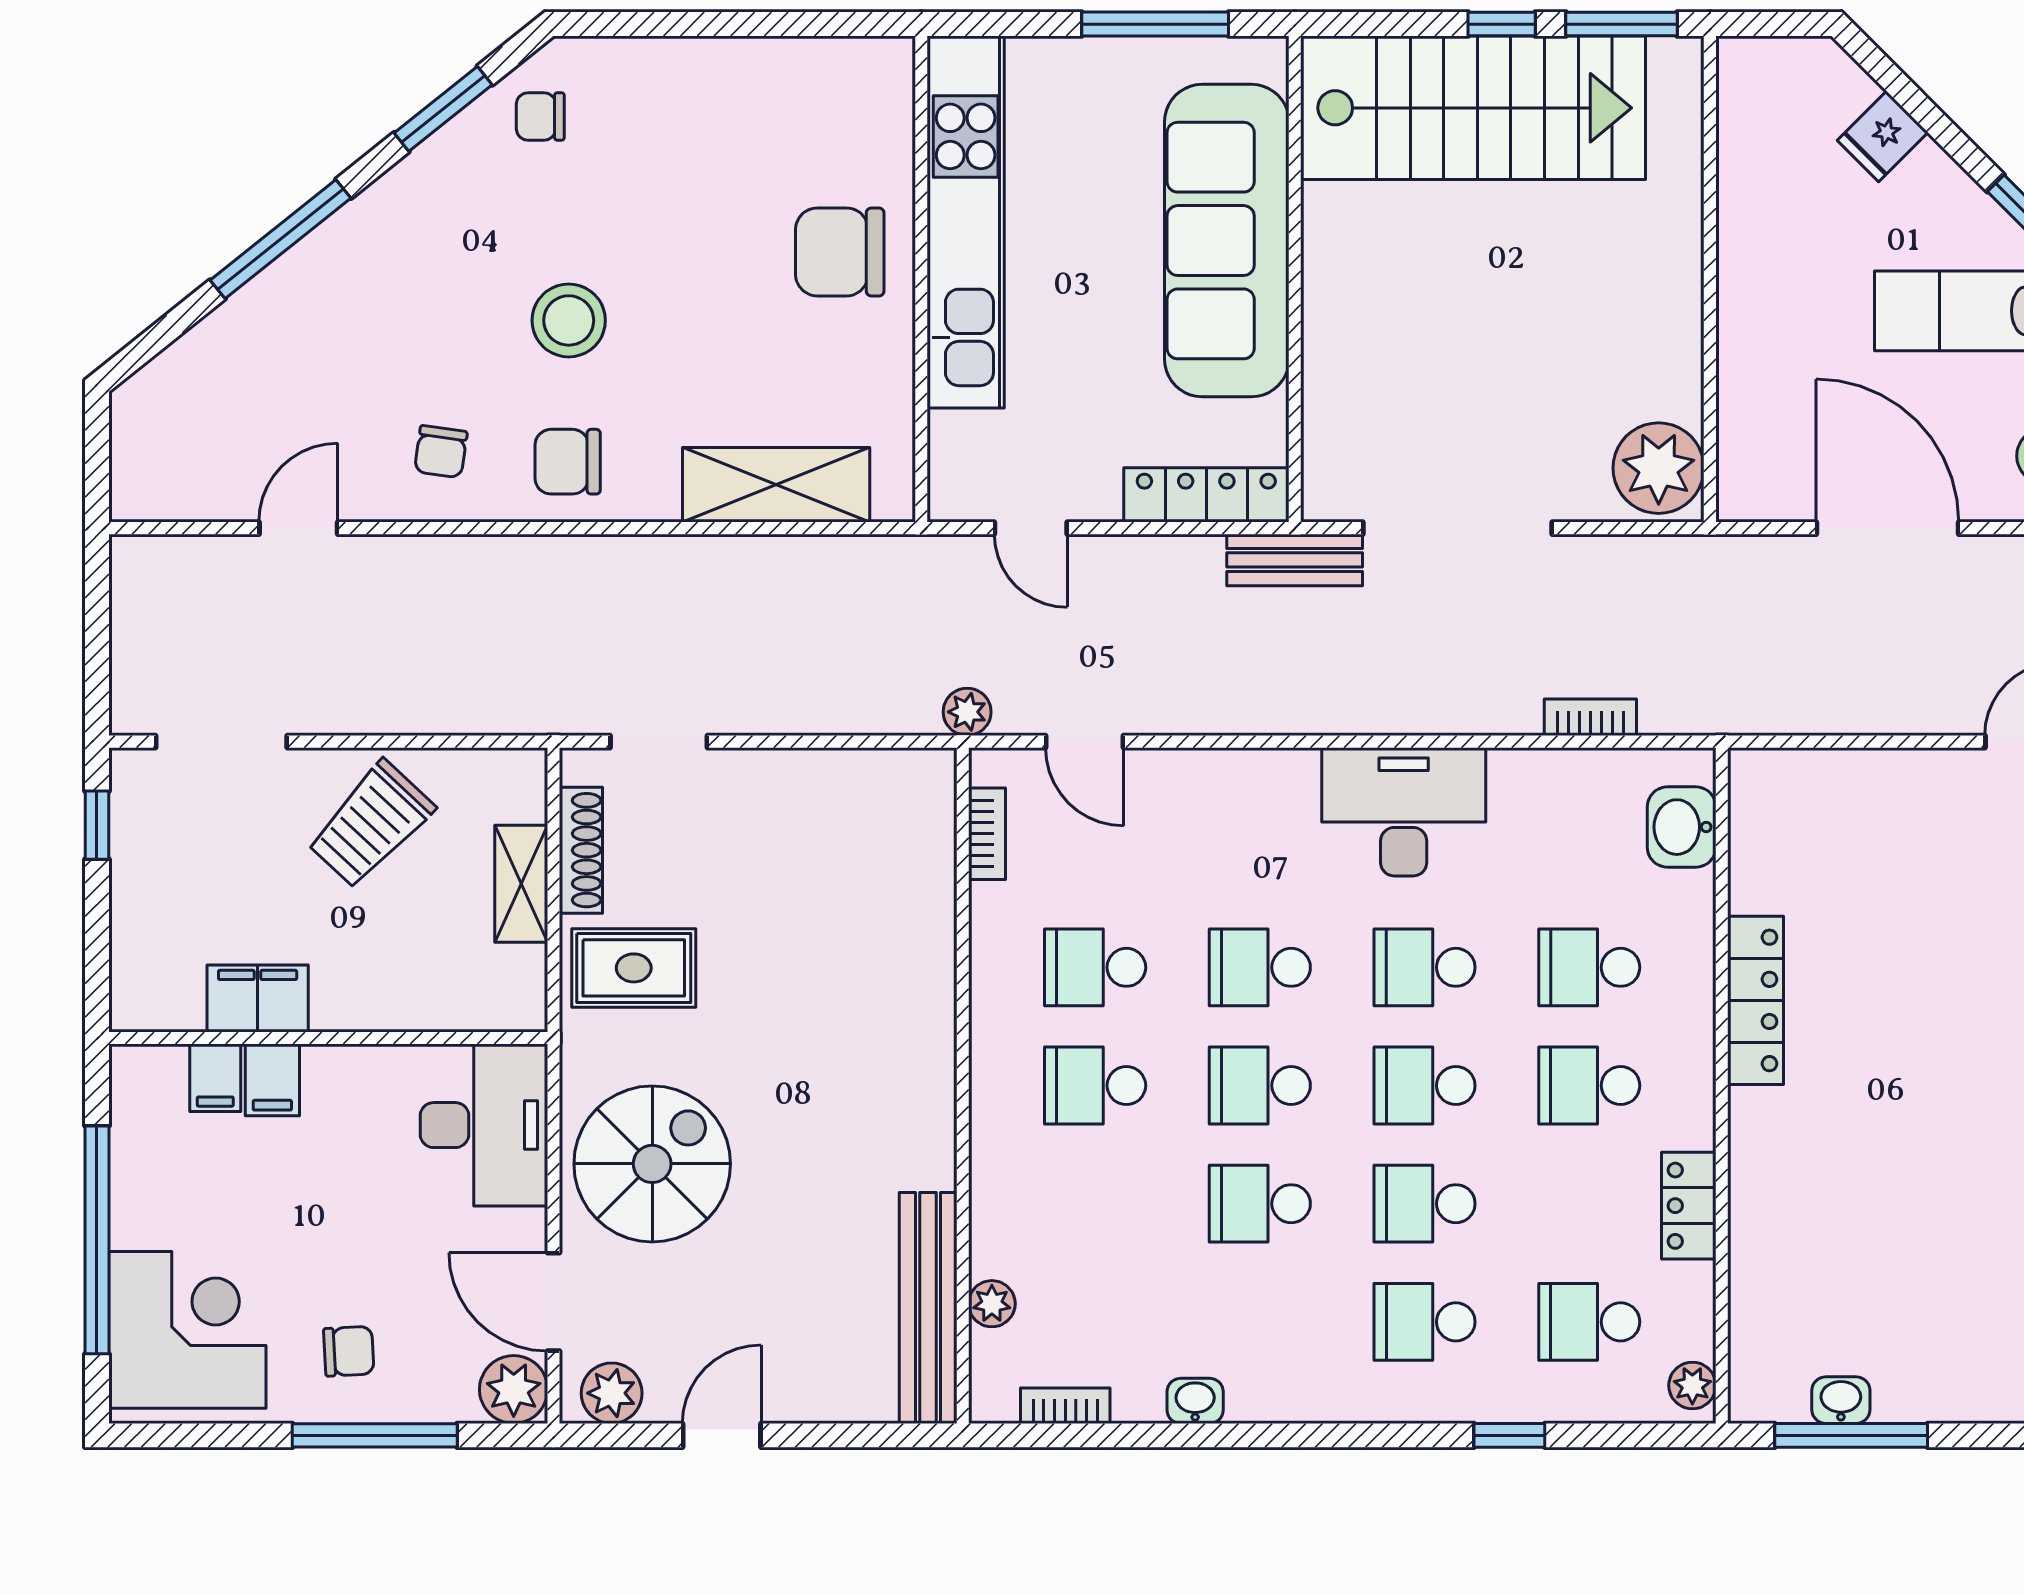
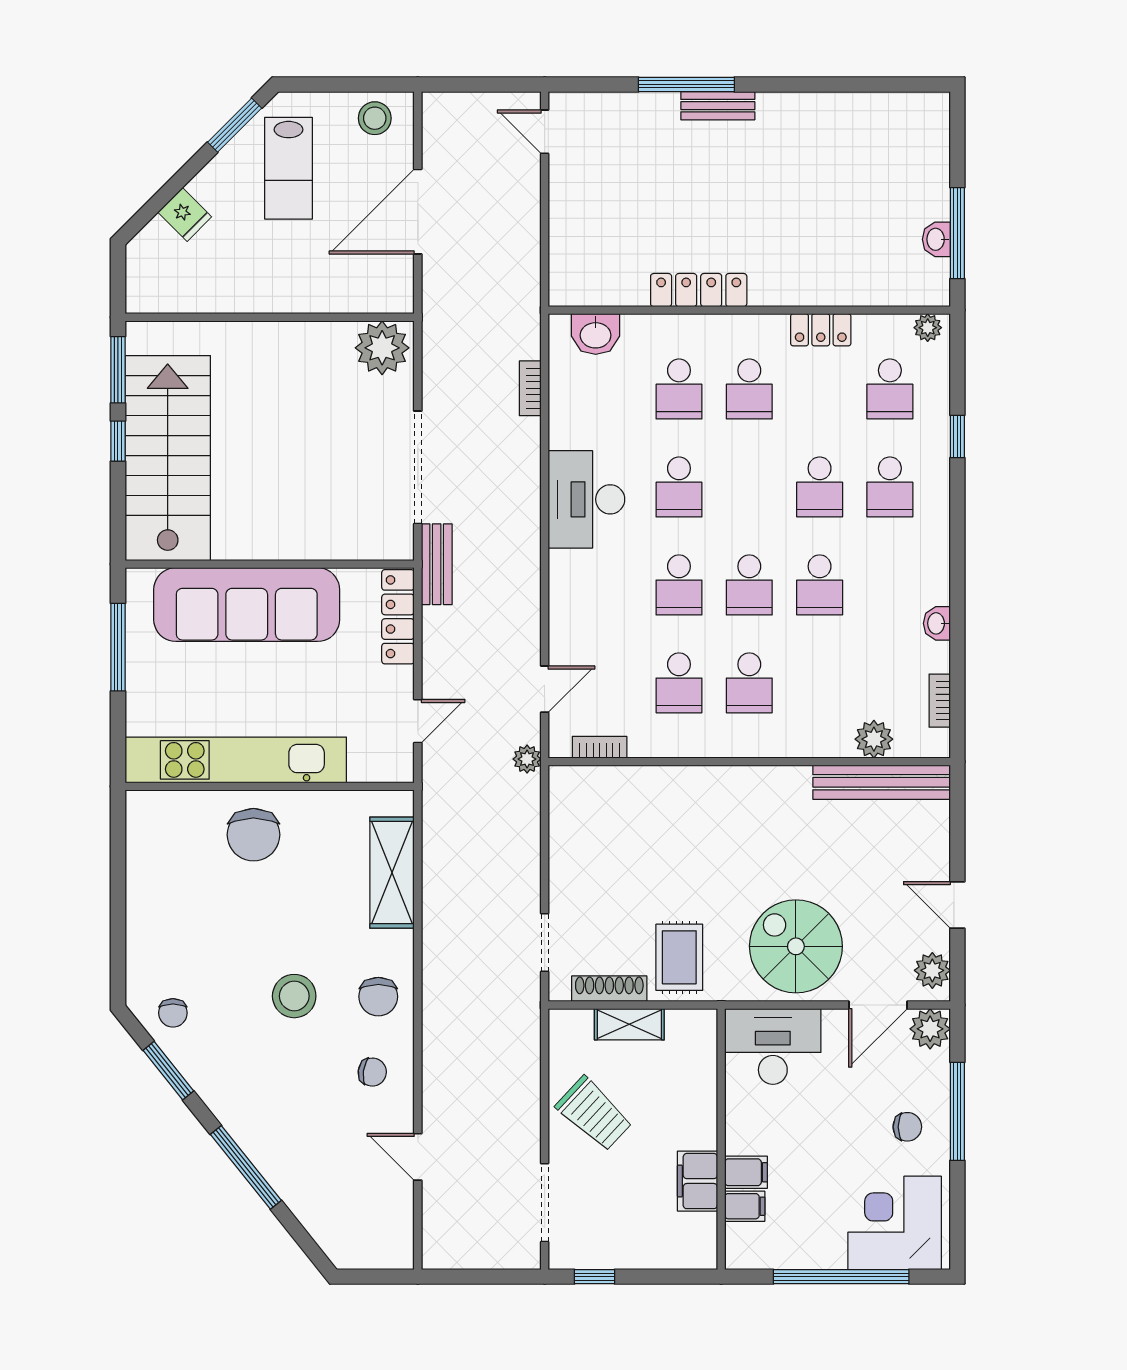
school desk: (1425, 1086) -> (749, 487), removed
plant: (992, 1304) -> (874, 739), width x1.38, depth x1.38
chair: (349, 1351) -> (907, 1127), turned 93

